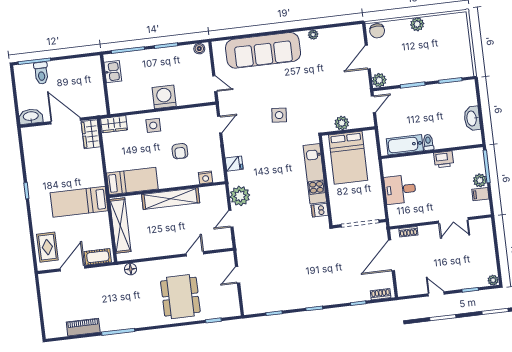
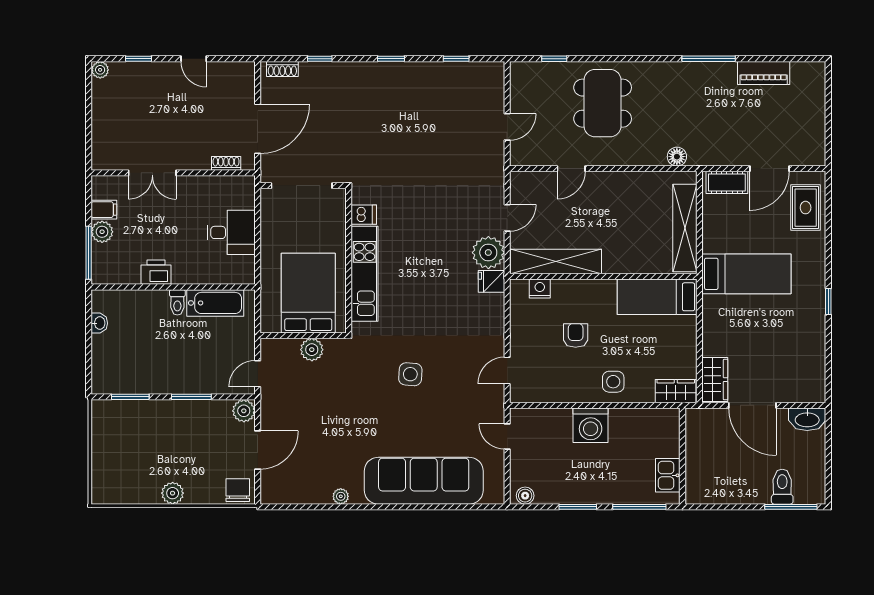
washbasin: (472, 118) -> (99, 323), width x0.52, depth x0.69
fridge: (234, 164) -> (491, 281), moved
shelving: (171, 199) -> (556, 262), moved
double door: (453, 220) -> (152, 173), swing flipped

